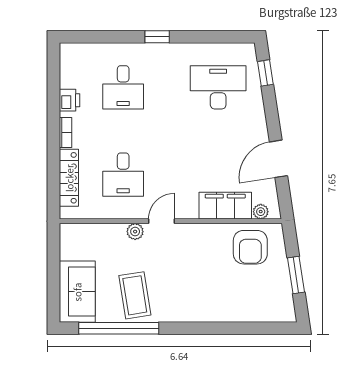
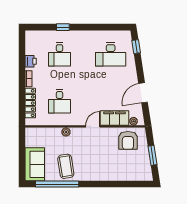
window: (157, 37) -> (63, 27), moved
desk: (218, 87) -> (111, 54), turned 180
door: (161, 221) -> (93, 126), moved

